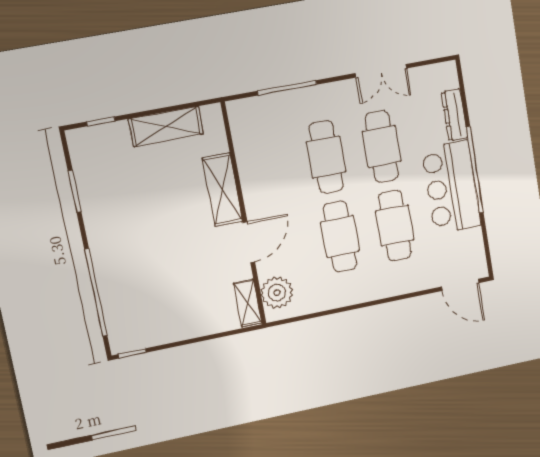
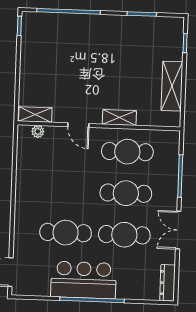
double door: (381, 71) -> (178, 230), moved
dresser: (454, 115) -> (168, 283), moved, turned -90
shelving: (222, 190) -> (119, 118), width x0.67, depth x0.75
cafe table: (340, 236) -> (127, 152), moved
door: (249, 242) -> (78, 125), width x0.73
plant: (277, 293) -> (38, 131), width x0.53, depth x0.53

